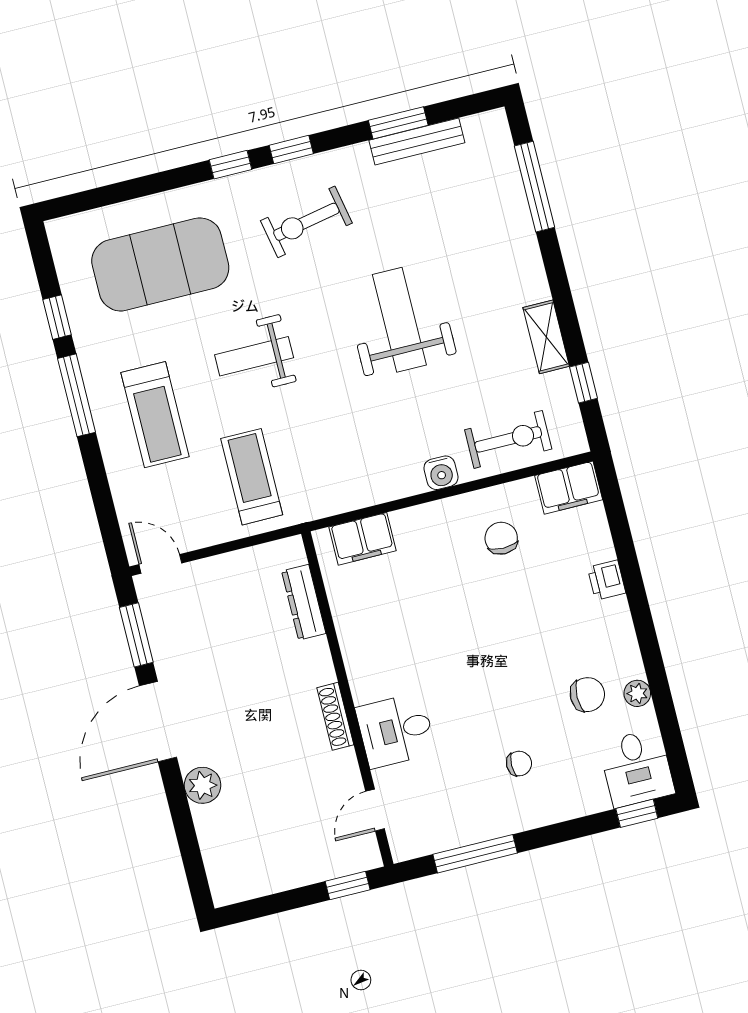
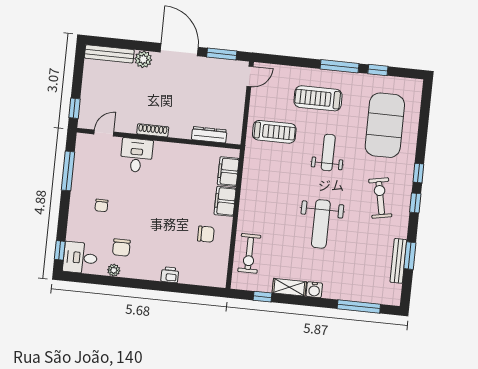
weight bench: (399, 320) -> (321, 224), turned 90
water cooler: (441, 473) -> (314, 290), moved, turned -90
filing cabinet: (569, 488) -> (225, 201), moved
door: (375, 810) -> (104, 133), hinge flipped
bench: (216, 856) -> (109, 54), added

